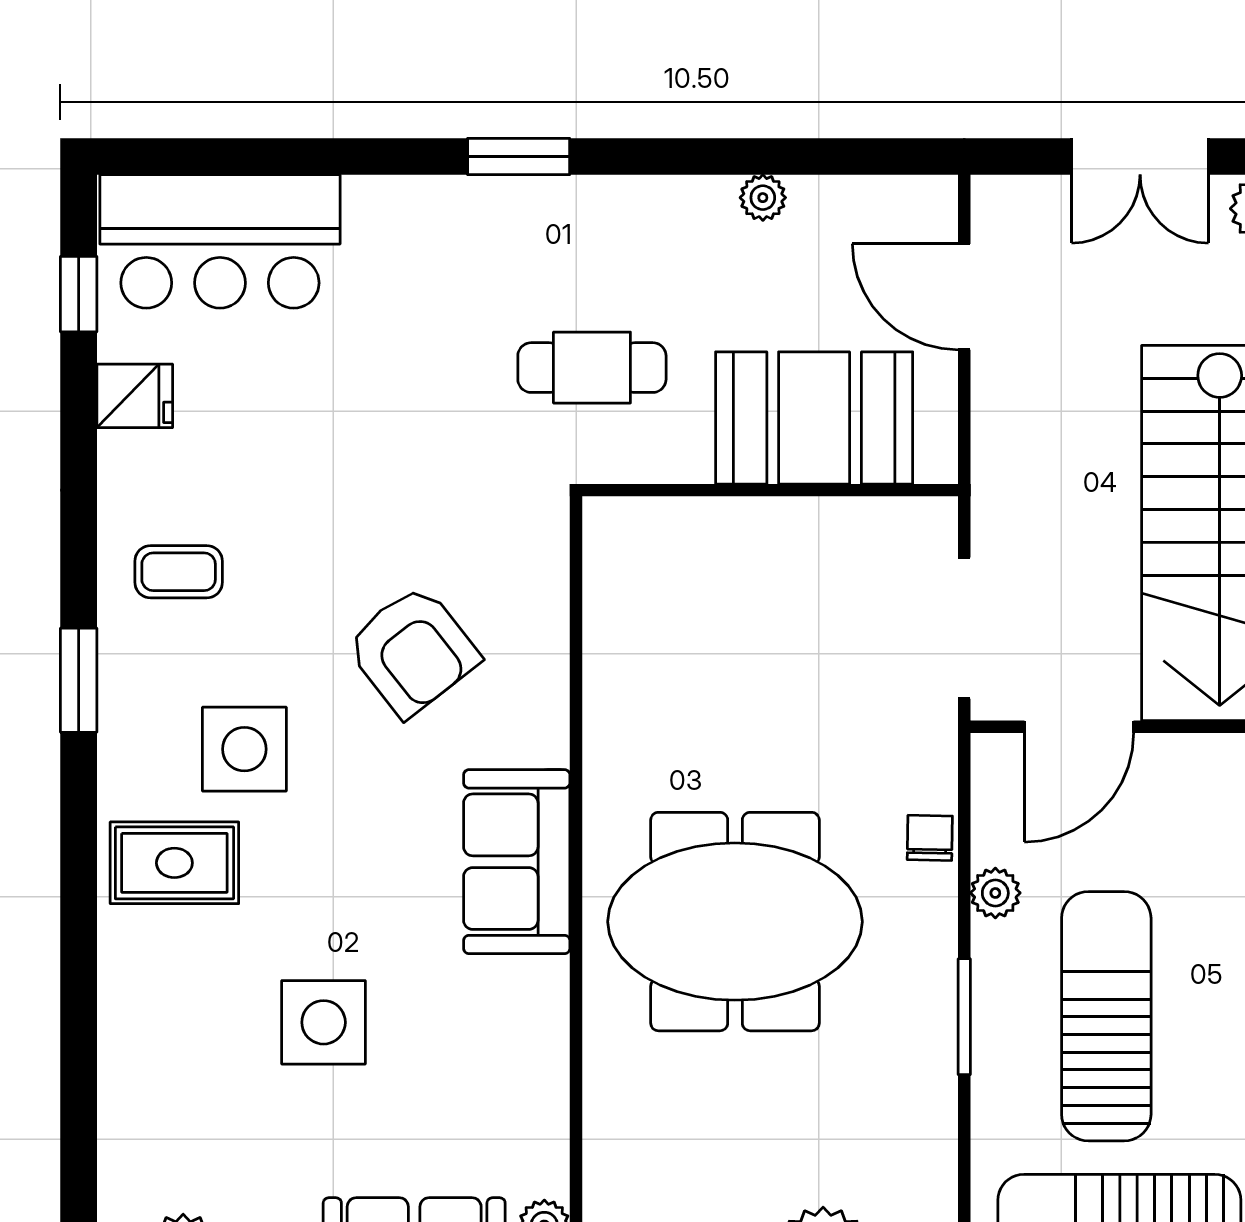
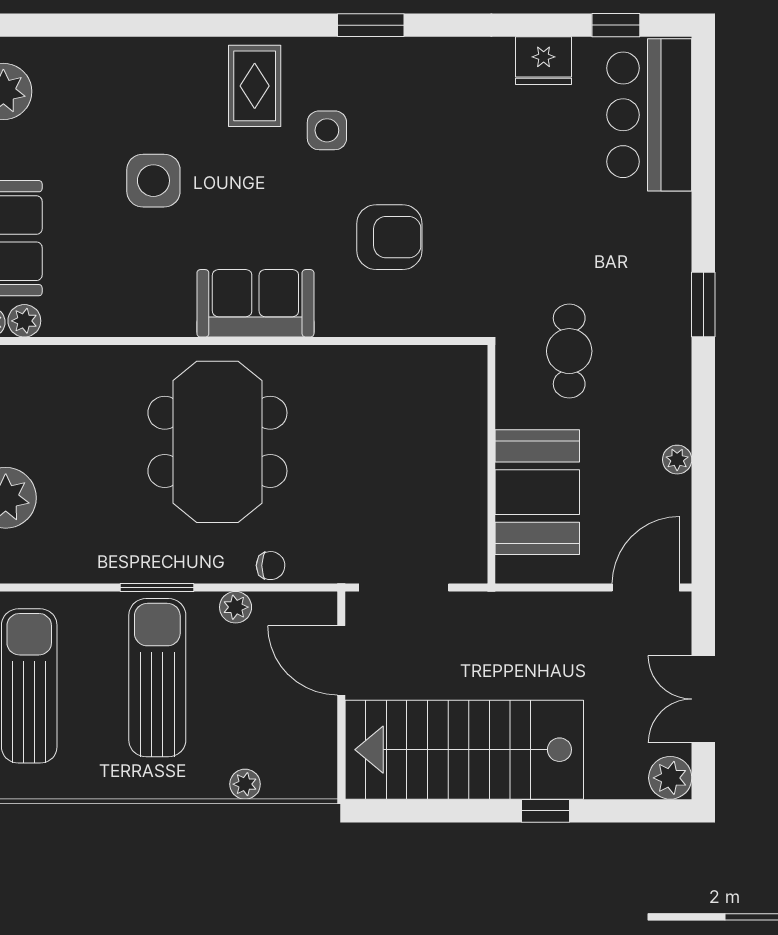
door: (964, 297) -> (646, 587), moved
fridge: (135, 396) -> (544, 61), width x1.38
coffee table: (179, 572) -> (440, 89), removed
armchair: (413, 651) -> (389, 237), turned -142
side table: (244, 749) -> (327, 130), width x0.73, depth x0.73
sun lounger: (1106, 1016) -> (157, 678), turned -90

